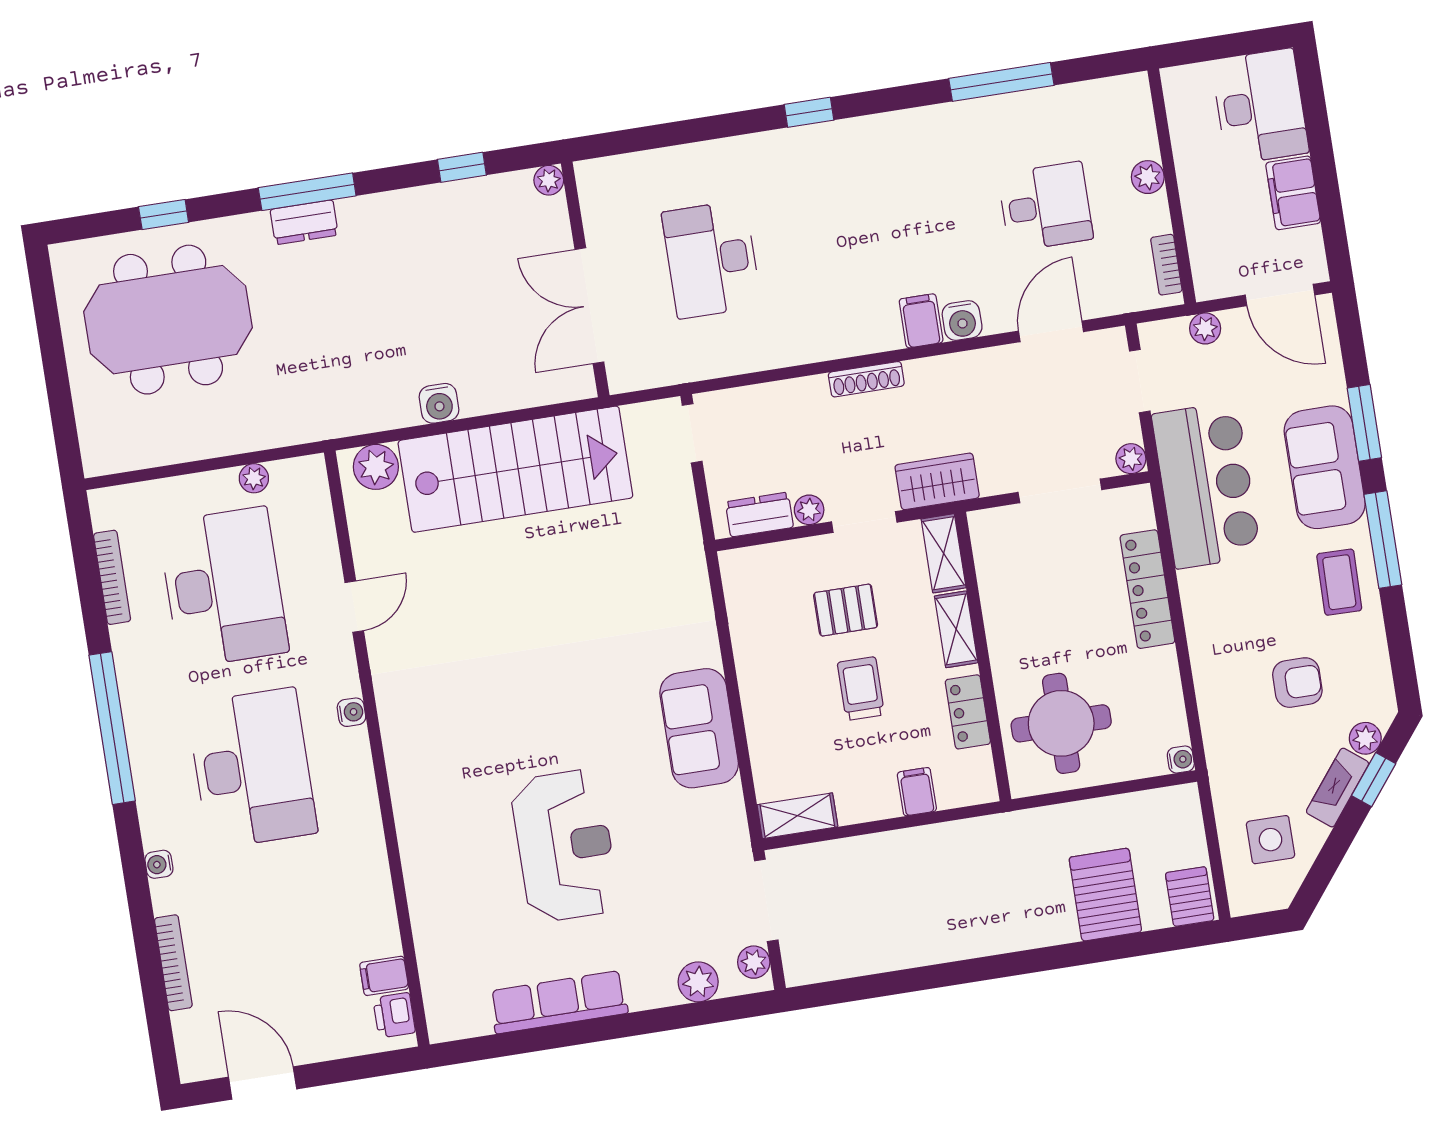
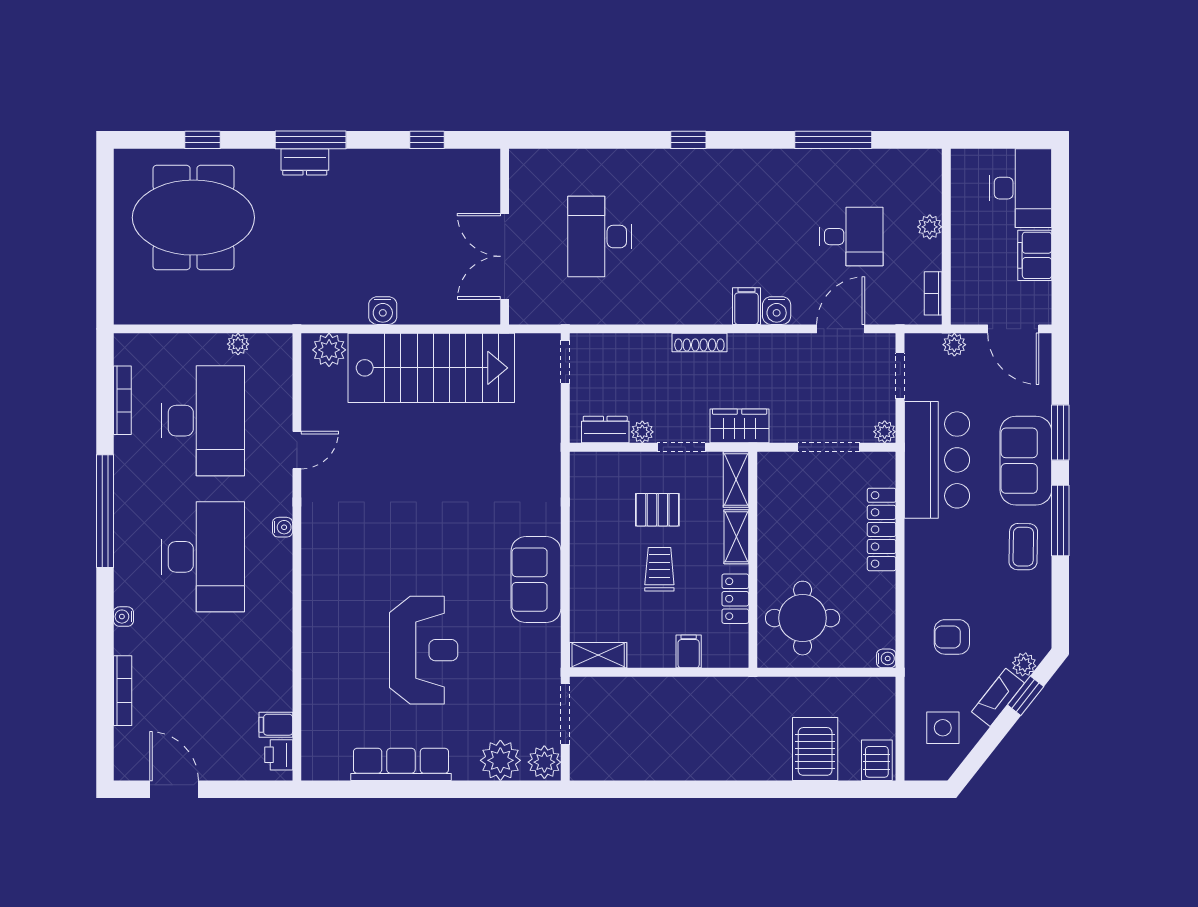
plant: (549, 180) -> (489, 159), removed
armchair: (1297, 683) -> (952, 637), moved, turned 180
plant: (754, 962) -> (544, 762), width x1.38, depth x1.38
plant: (698, 982) -> (500, 760), width x1.36, depth x1.36

